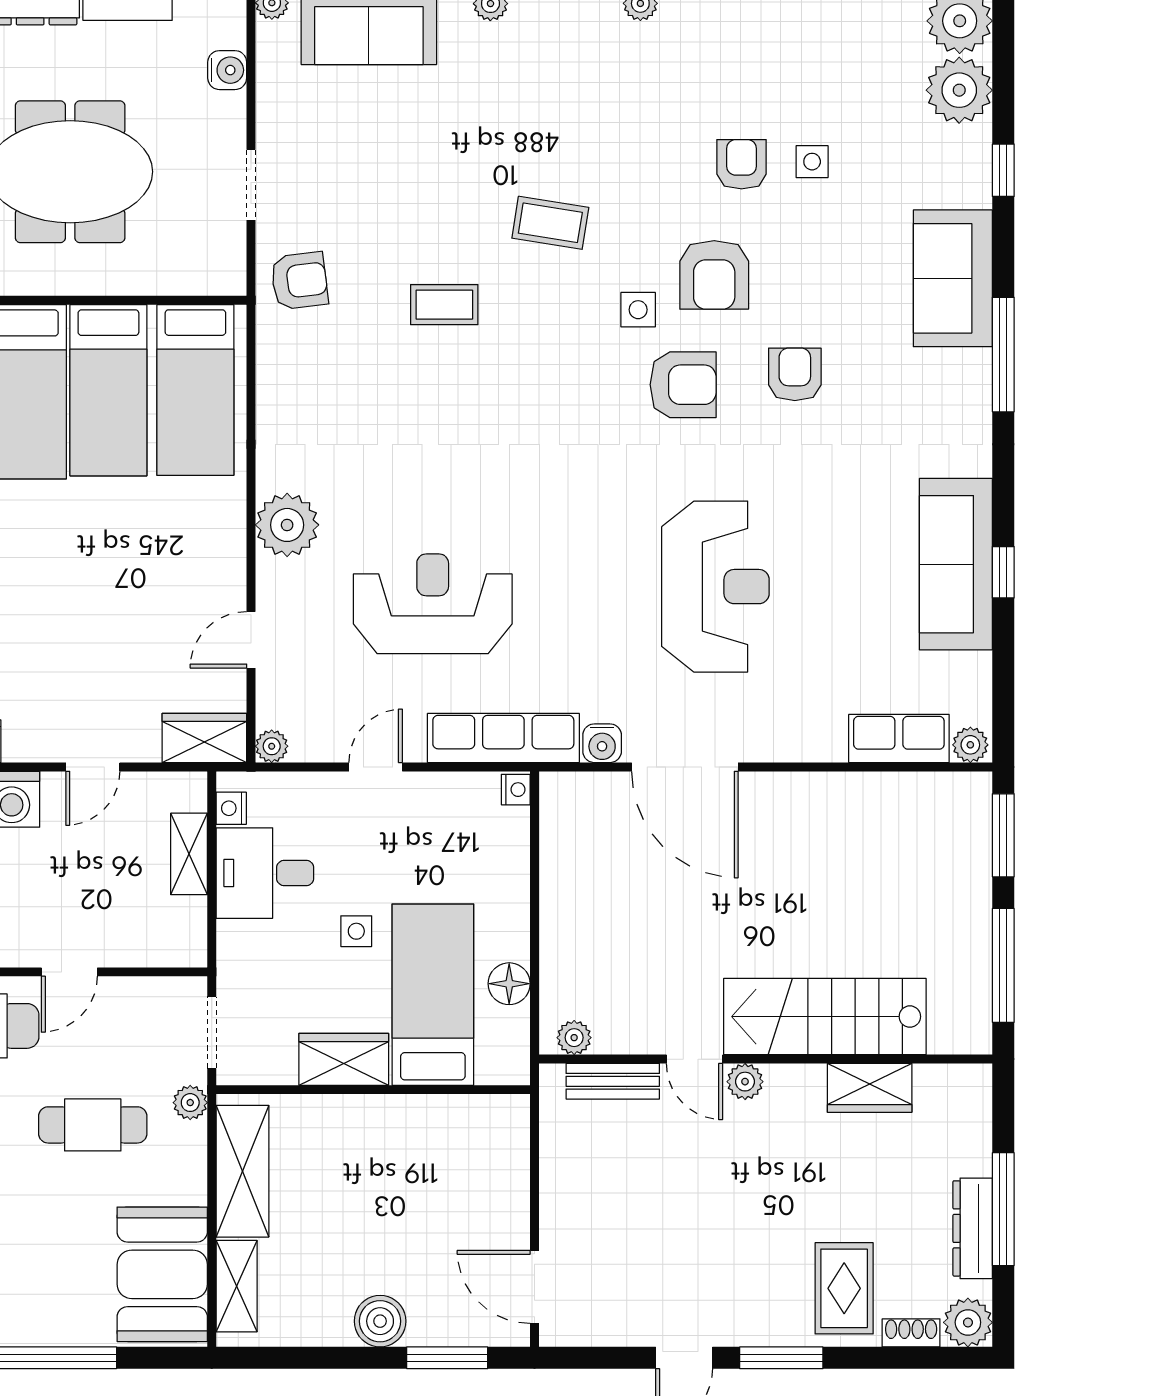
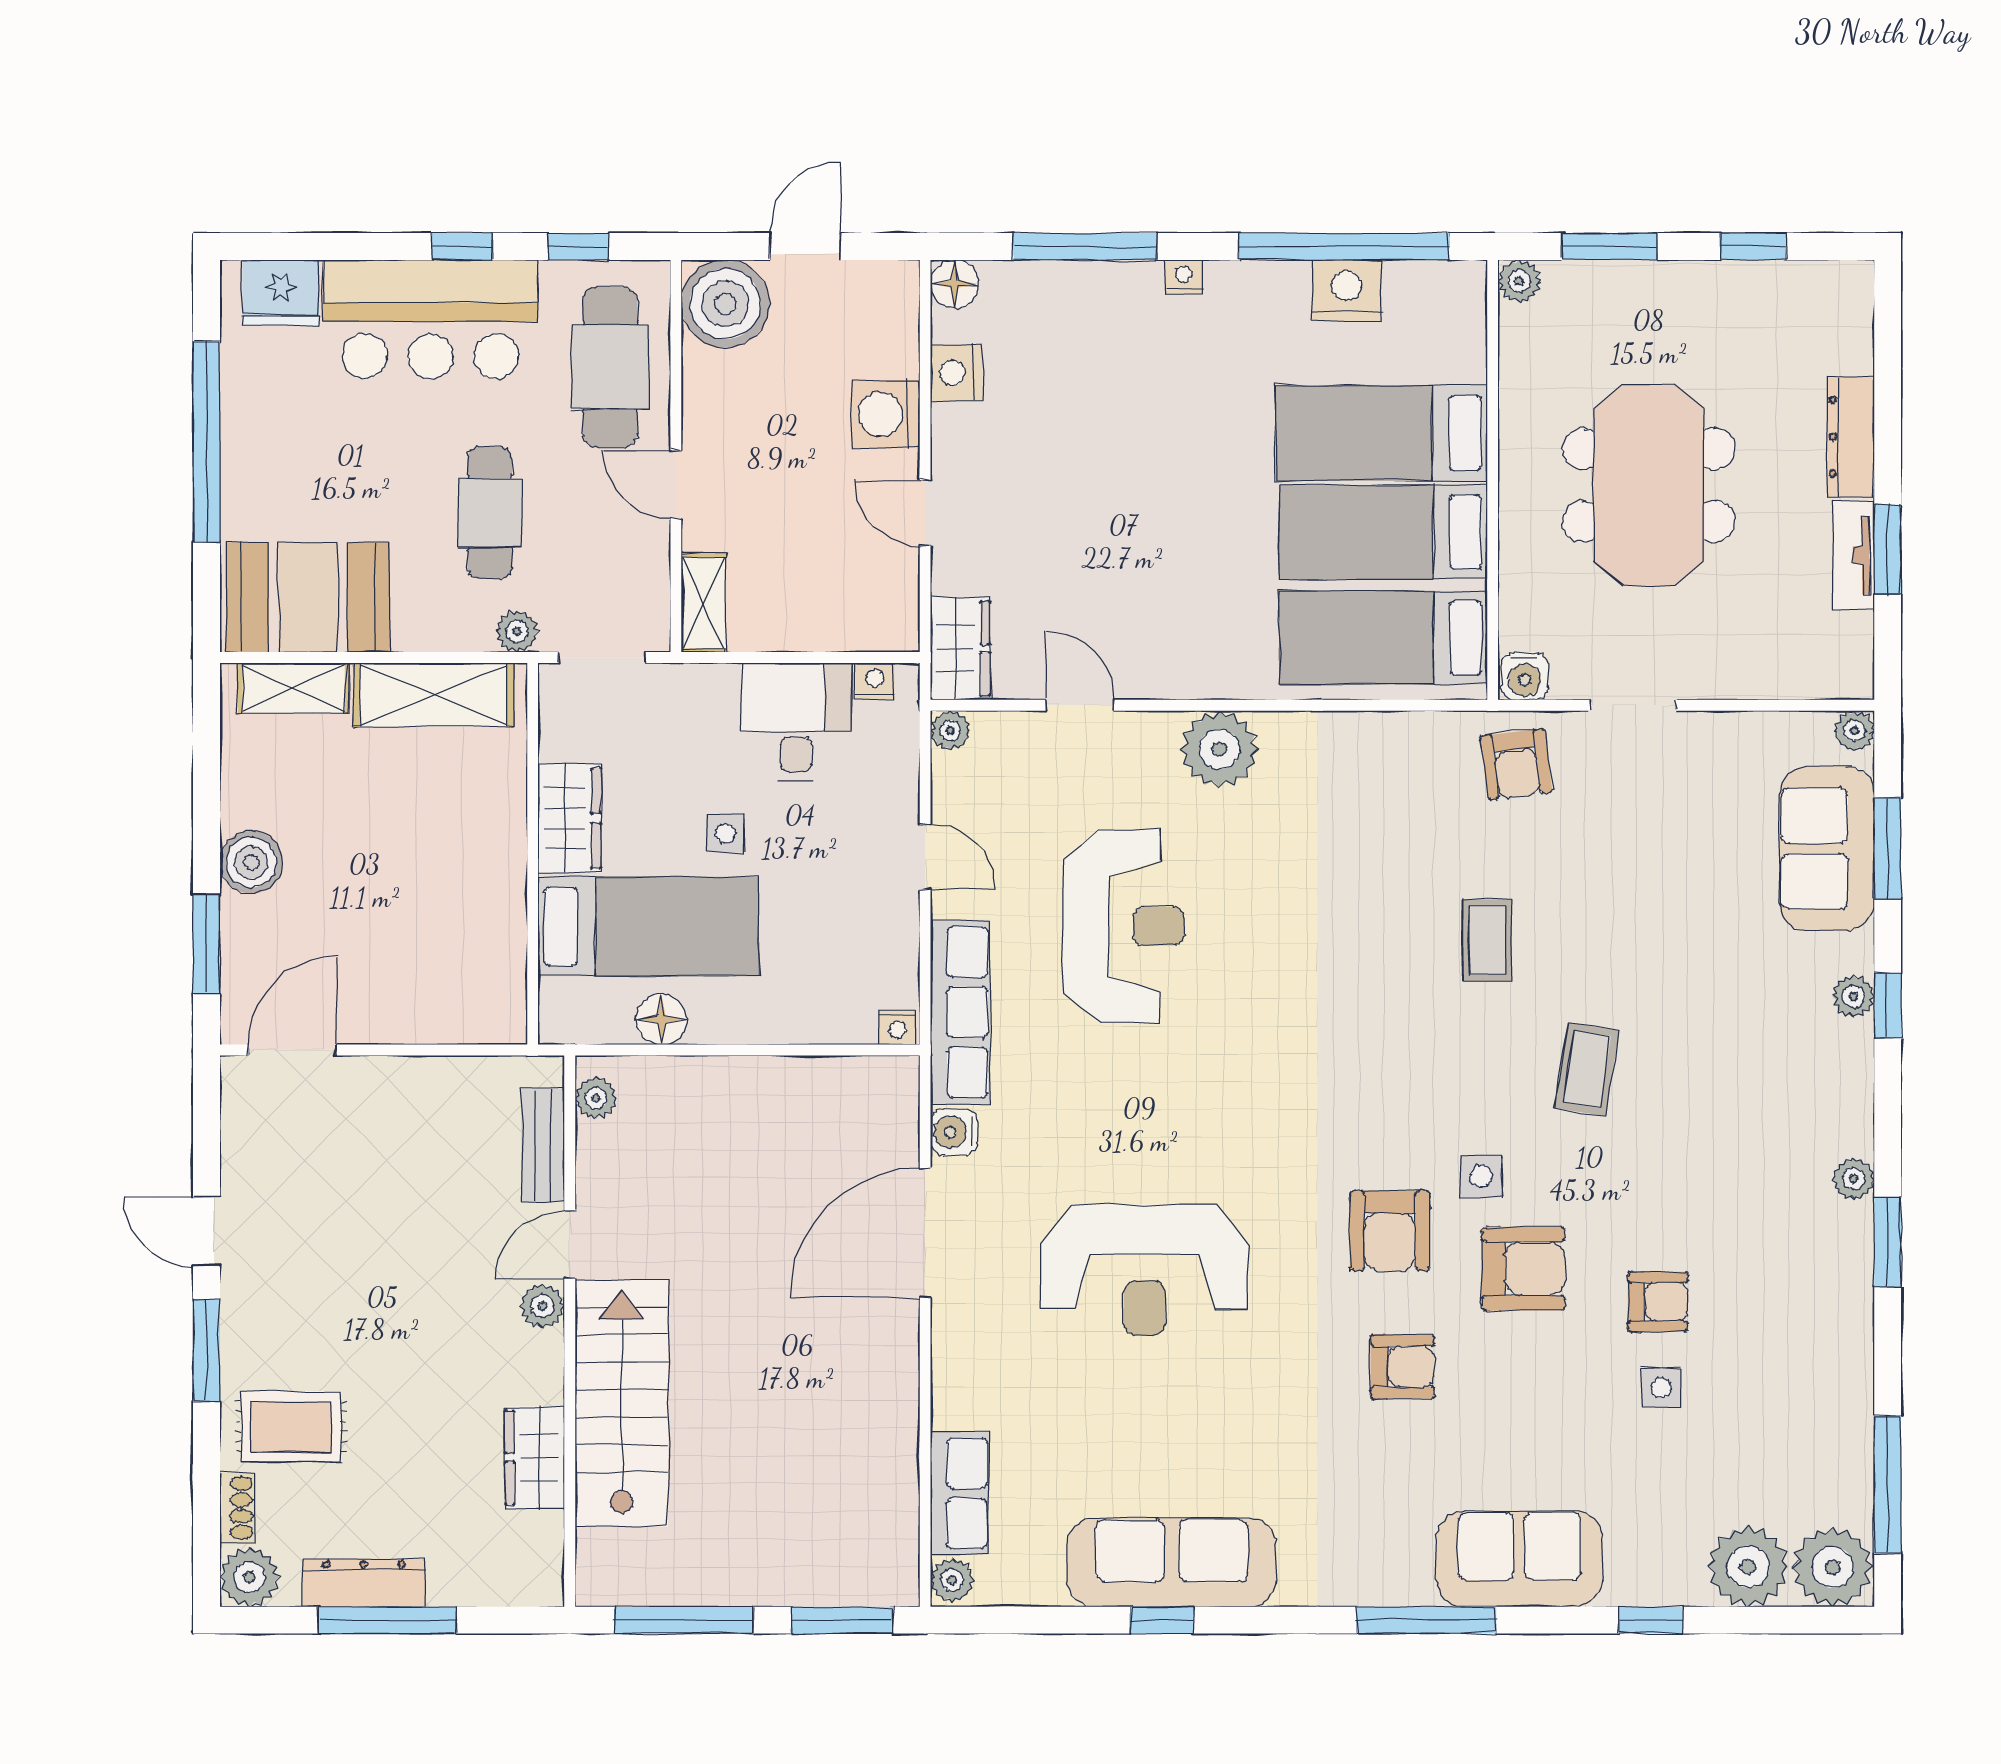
water cooler: (227, 70) -> (1525, 676), moved
armchair: (714, 275) -> (1523, 1269), turned 180
shelving: (189, 854) -> (703, 603), moved, turned 90

